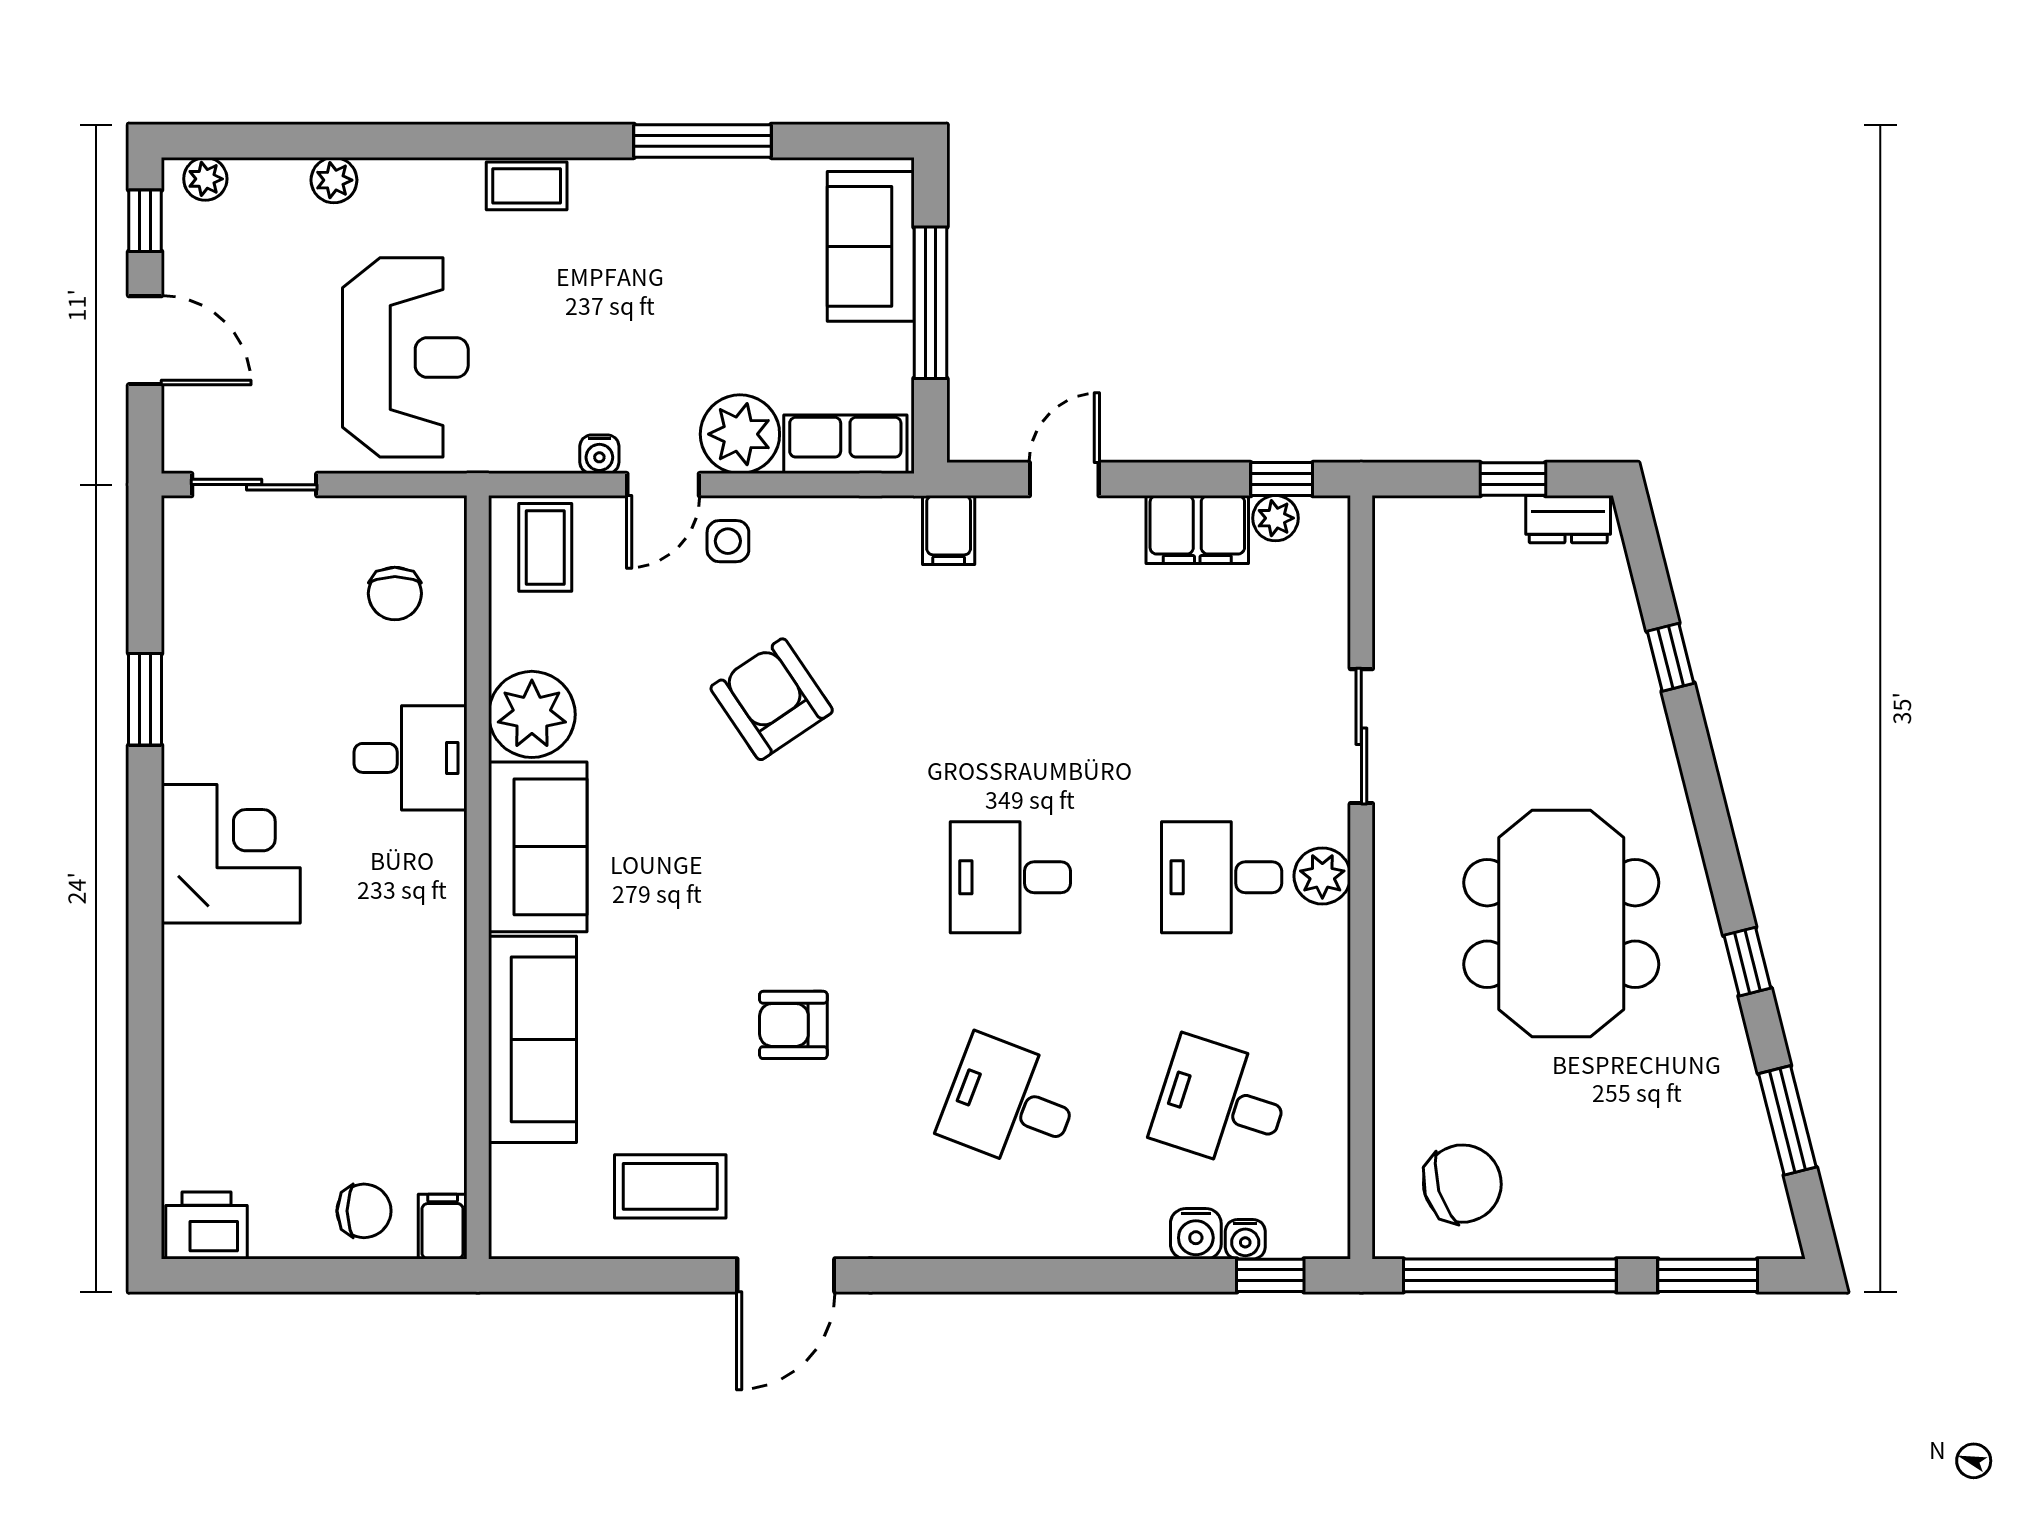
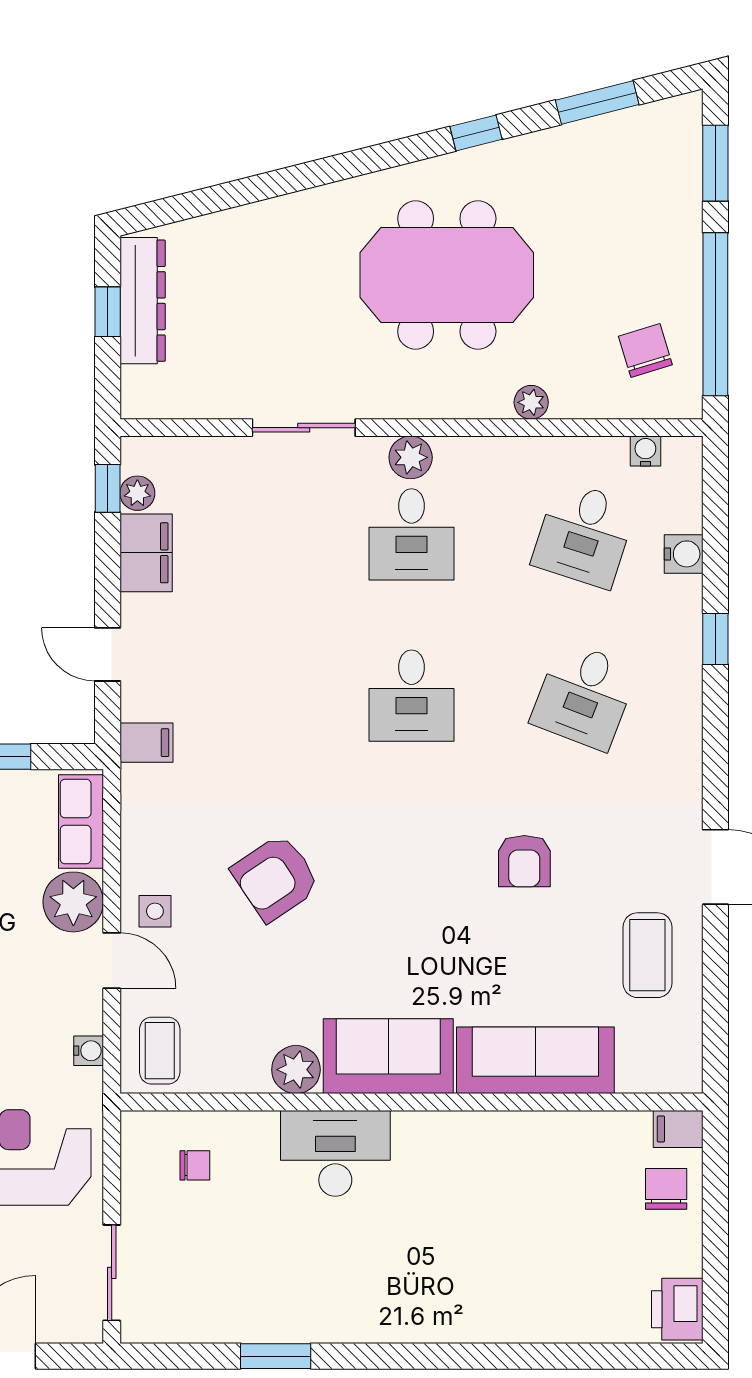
water cooler: (599, 454) -> (89, 1051), moved
dresser: (1568, 519) -> (143, 301), width x1.96, depth x1.24
coffee table: (545, 547) -> (160, 1051), turned 90
chair: (395, 593) -> (195, 1165), width x0.73, depth x0.73
window: (1671, 657) -> (244, 192), removed
plant: (532, 714) -> (296, 1070), width x0.73, depth x0.73
desk: (411, 758) -> (335, 1153), width x1.37
corner desk: (231, 854) -> (394, 1291), removed
plant: (1395, 1034) -> (531, 402), added
chair: (1462, 1184) -> (645, 350), width x0.73, depth x0.73
water cooler: (1245, 1239) -> (645, 451), moved, turned -90
window: (1270, 1275) -> (715, 639), moved

